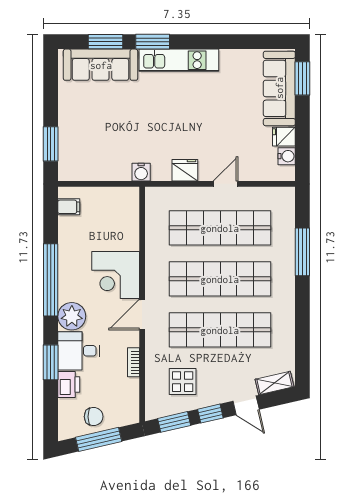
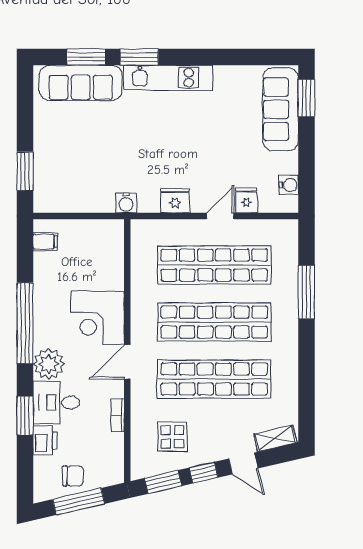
fridge: (284, 137) -> (246, 200), moved, turned 90

